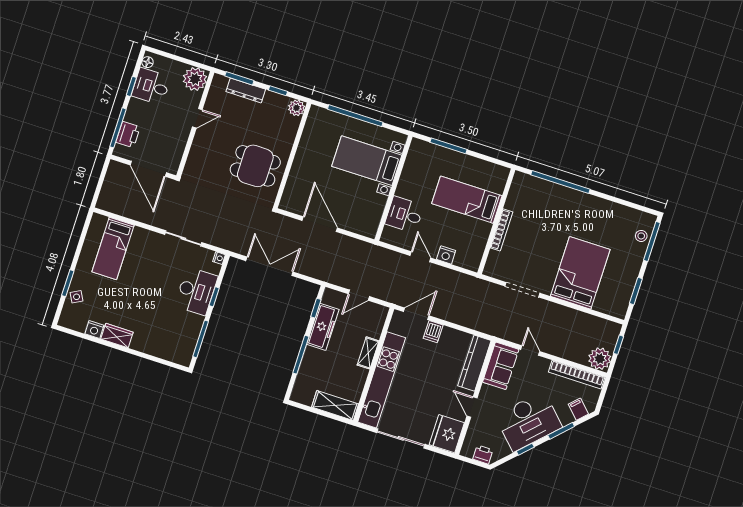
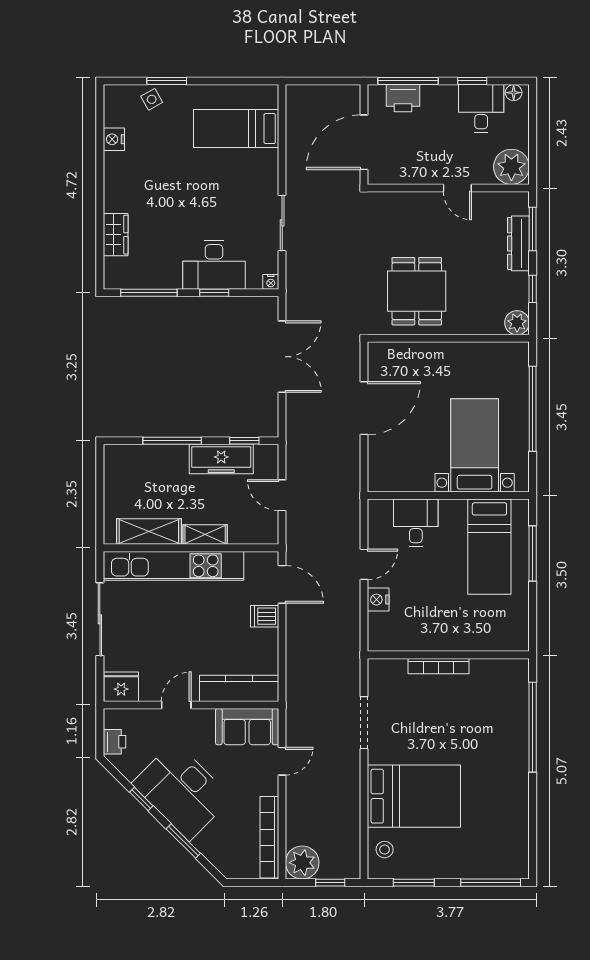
bed: (467, 200) -> (489, 547), moved, turned 180
stool: (641, 236) -> (385, 850), moved
wardrobe: (117, 336) -> (116, 235), moved
shelving: (335, 406) -> (149, 531), moved, turned 90
filing cabinet: (578, 409) -> (222, 855), removed
fridge: (447, 434) -> (121, 687), width x0.73, depth x0.75

